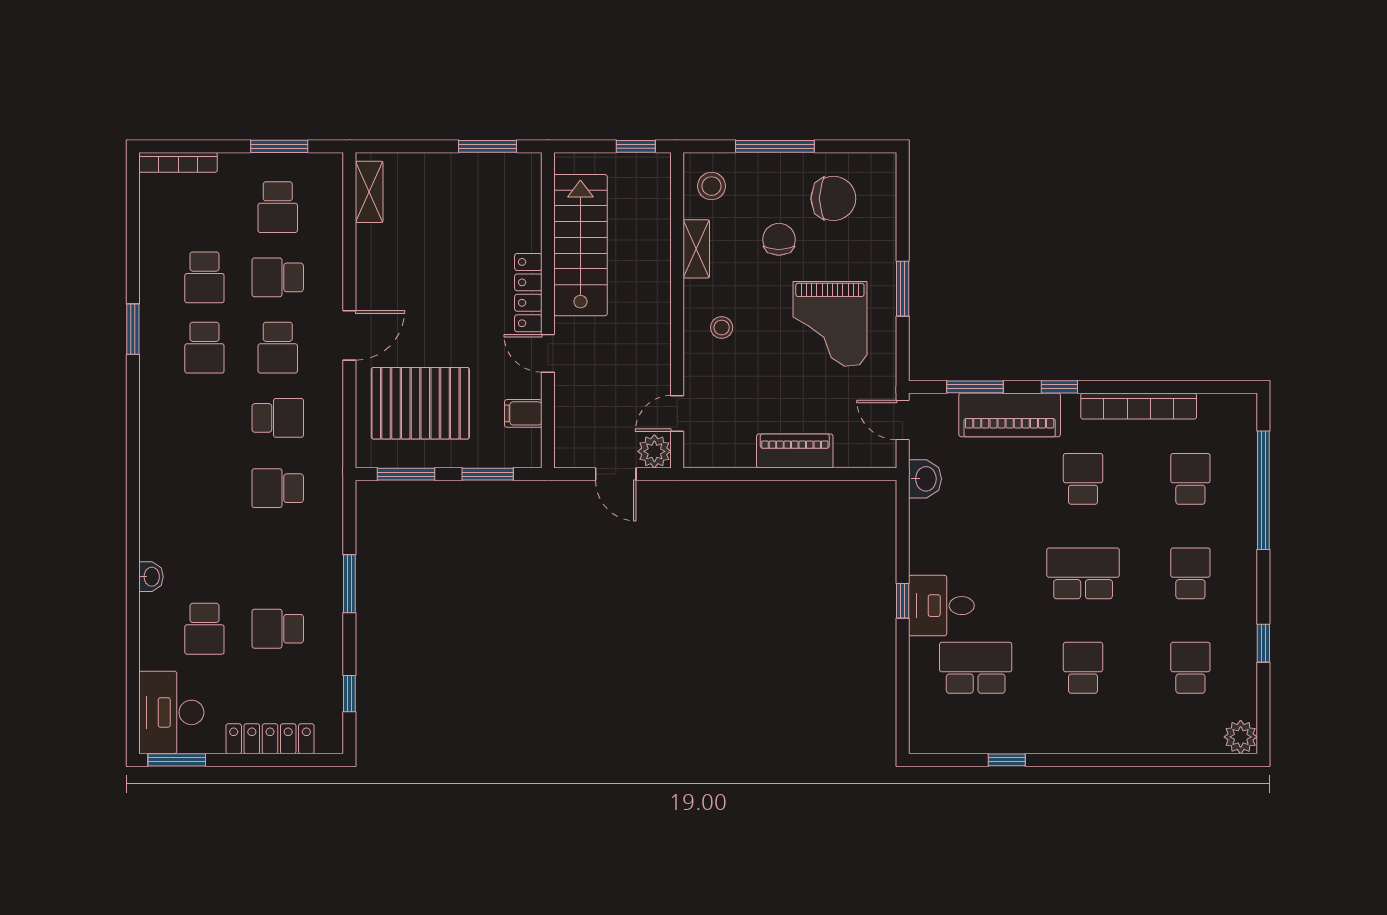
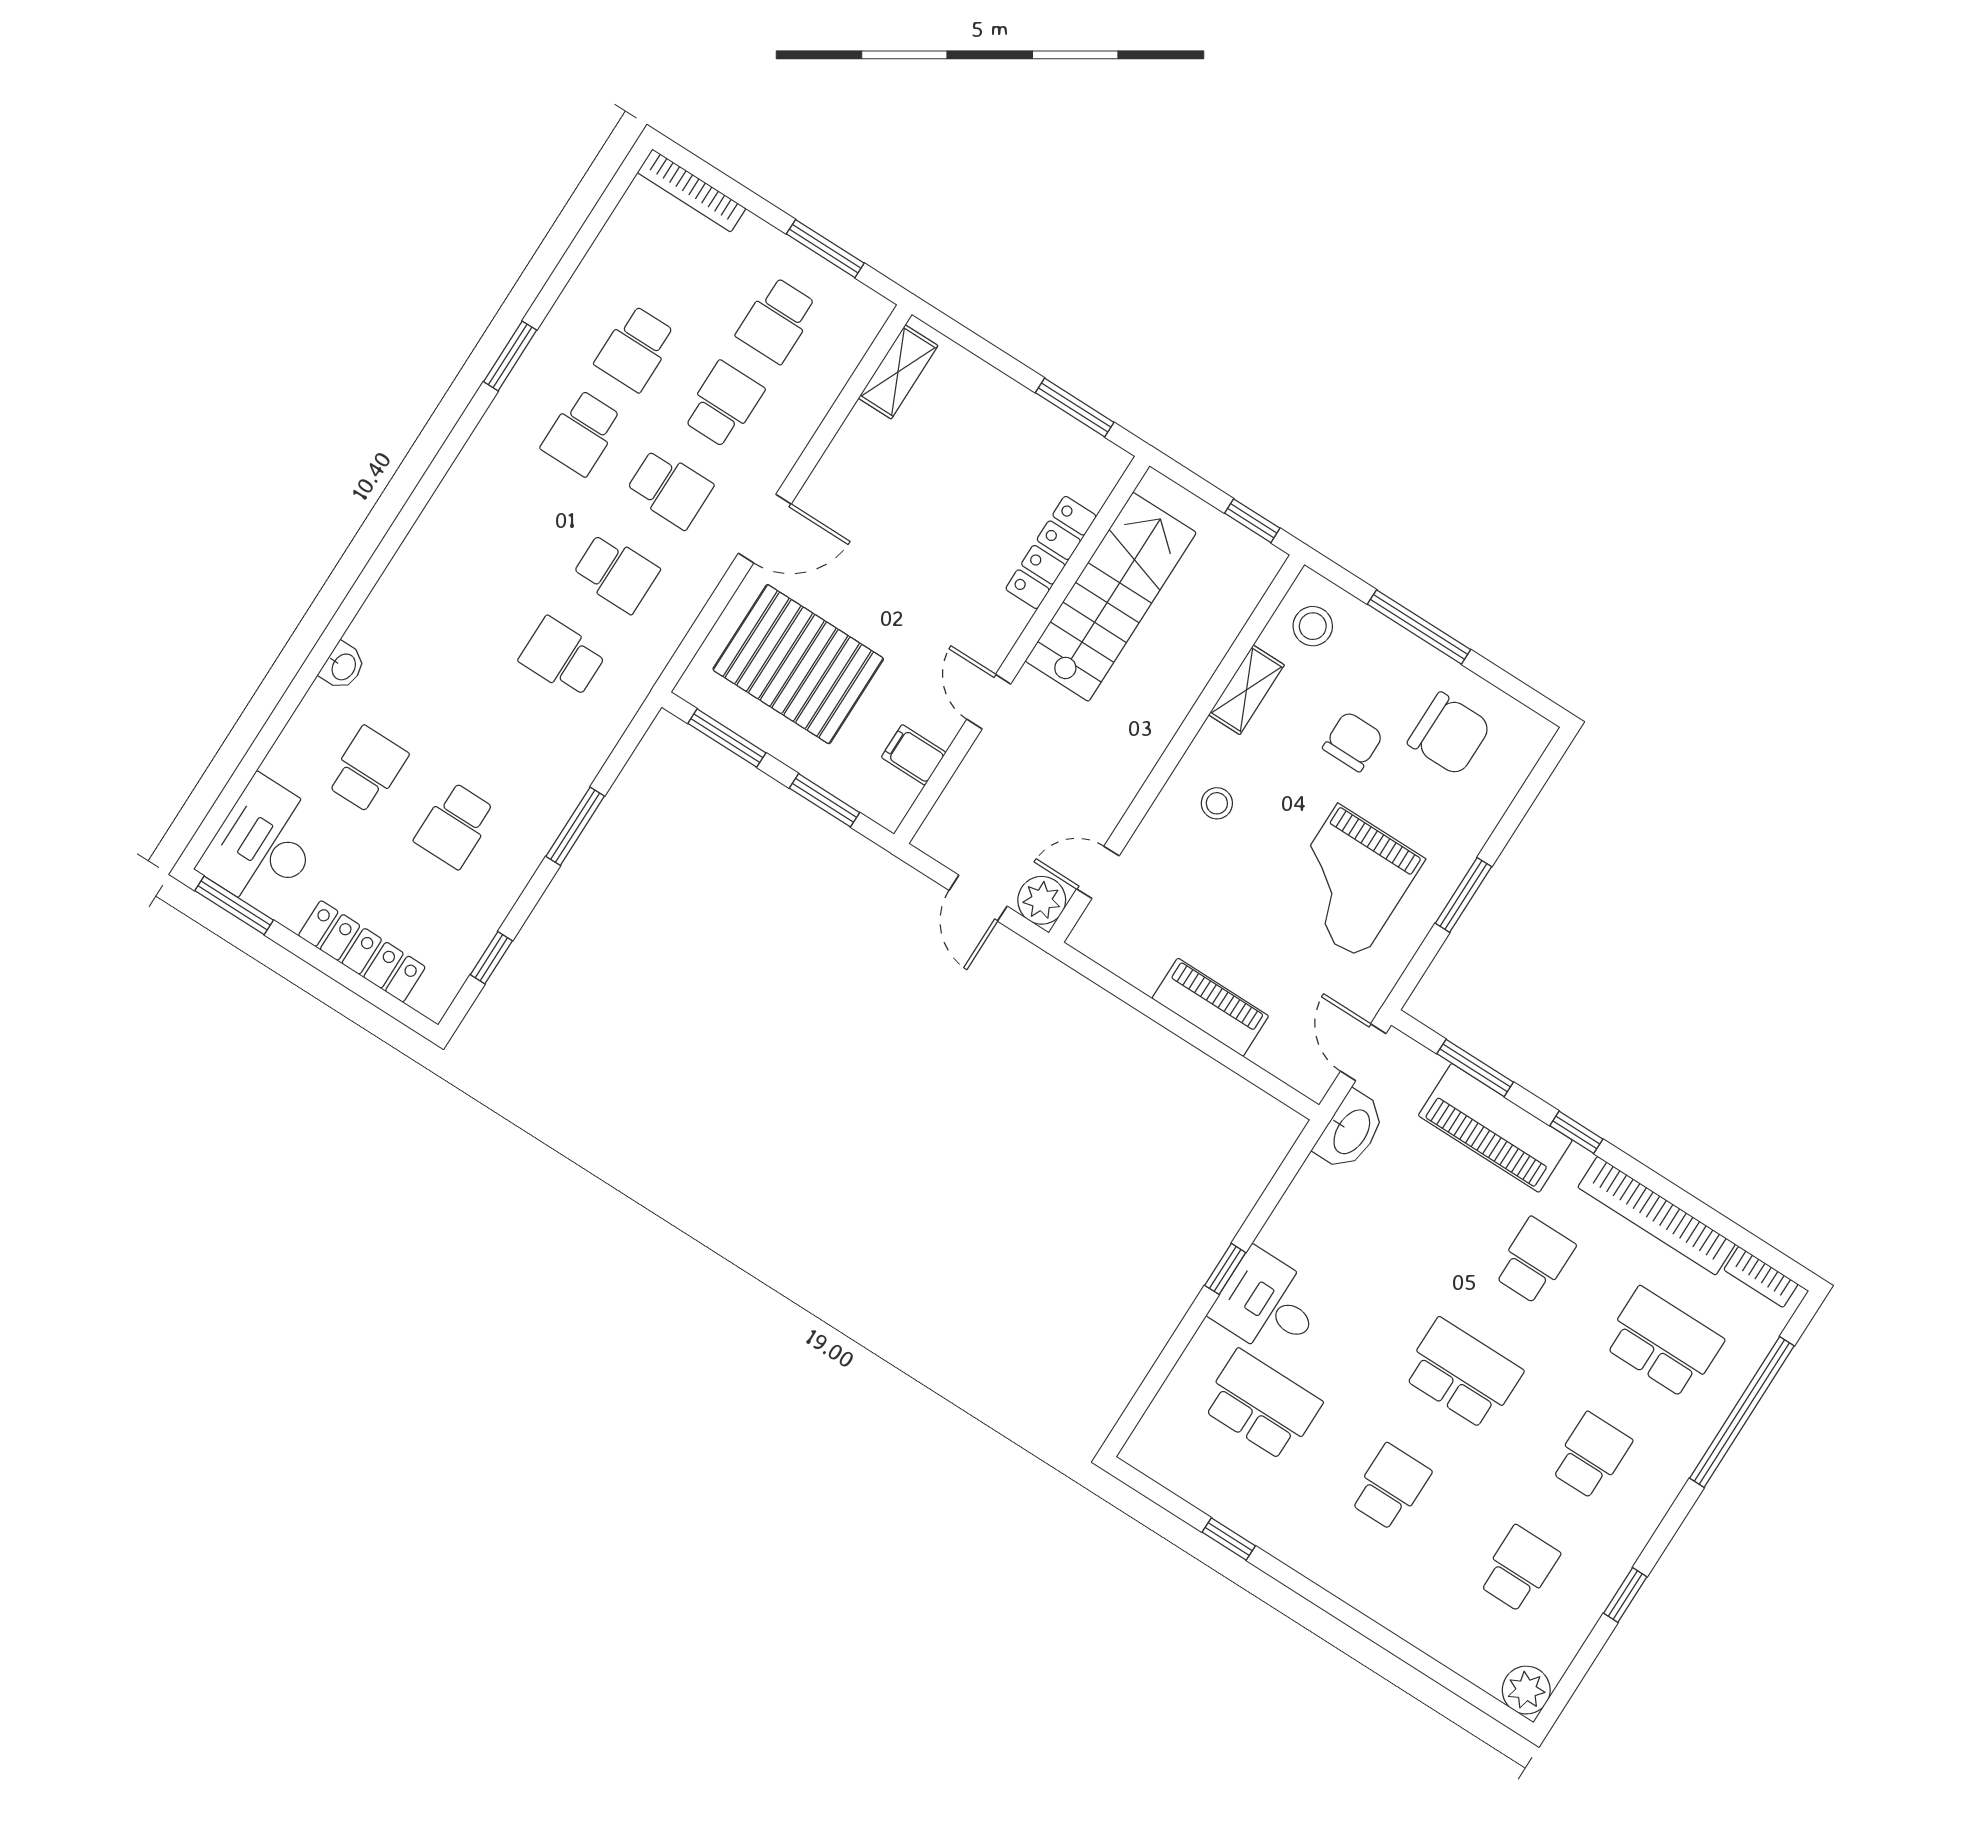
school desk: (278, 277) -> (723, 404), turned 90
locker: (528, 293) -> (1051, 552), moved
school desk: (278, 348) -> (670, 489), turned -90
bookcase: (1224, 403) -> (1761, 1277), added
washbasin: (925, 479) -> (1351, 1131), width x1.38
school desk: (1190, 479) -> (1663, 1343), width x1.85
school desk: (204, 629) -> (367, 769), turned 180
school desk: (278, 629) -> (455, 825), turned -90

